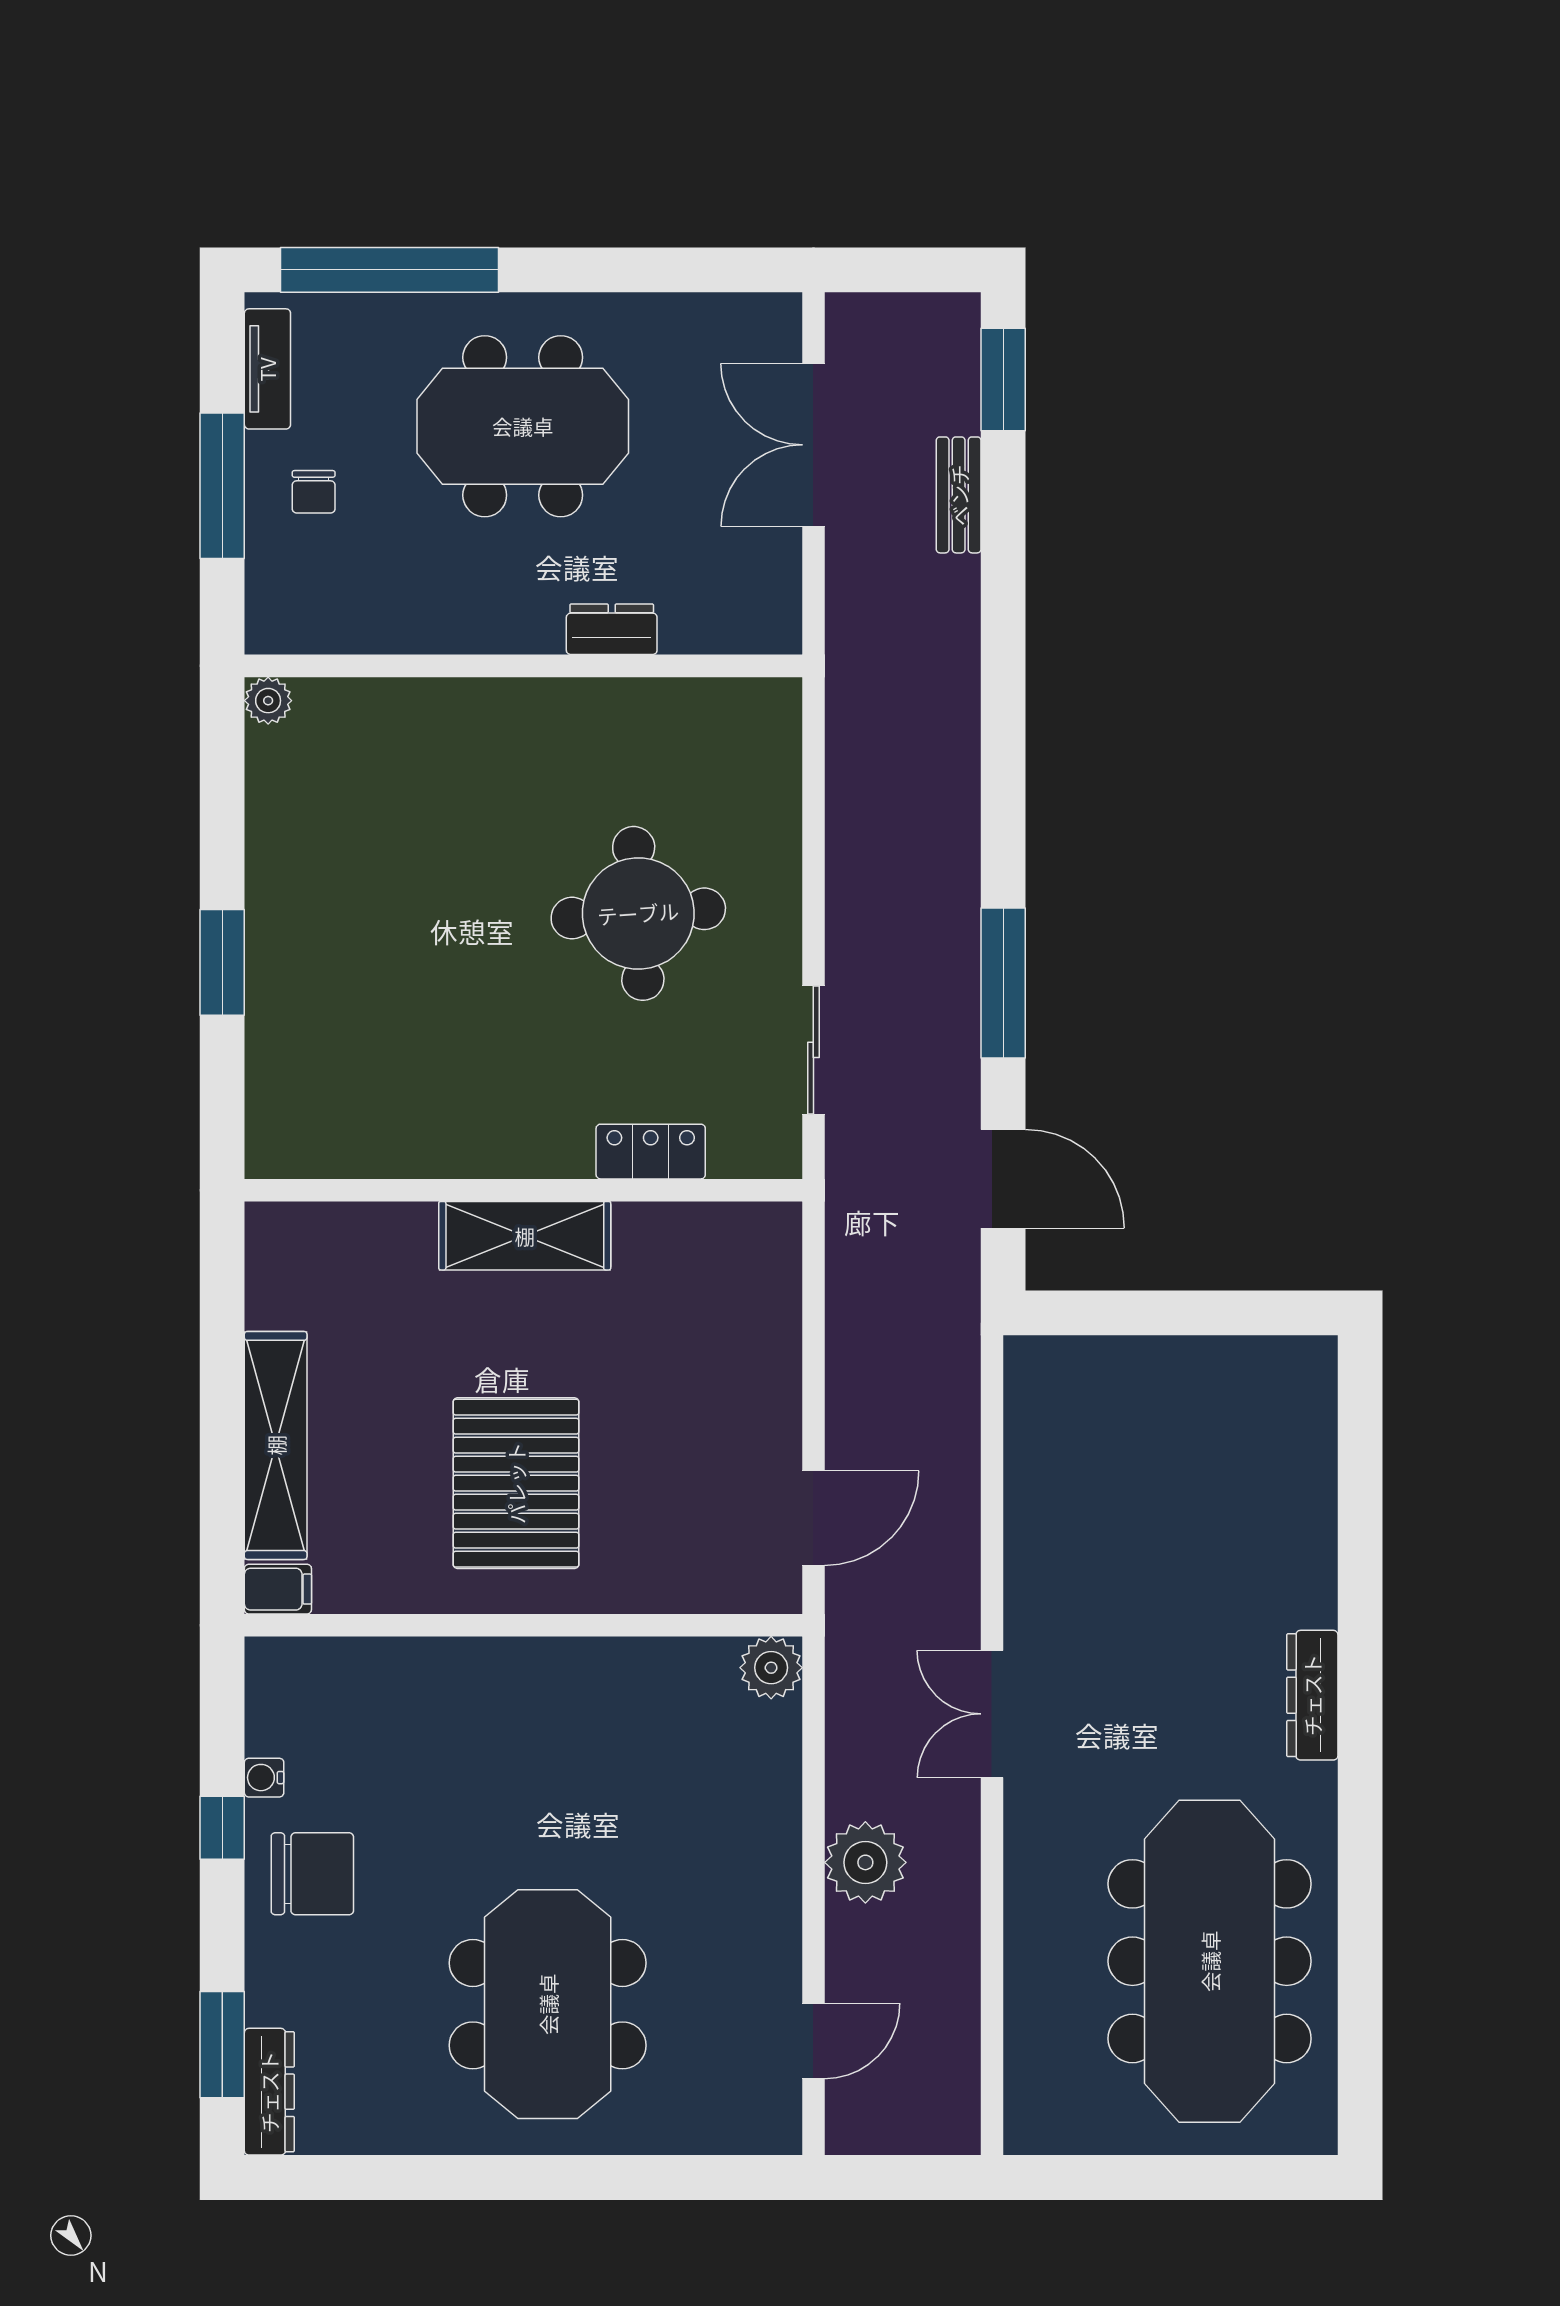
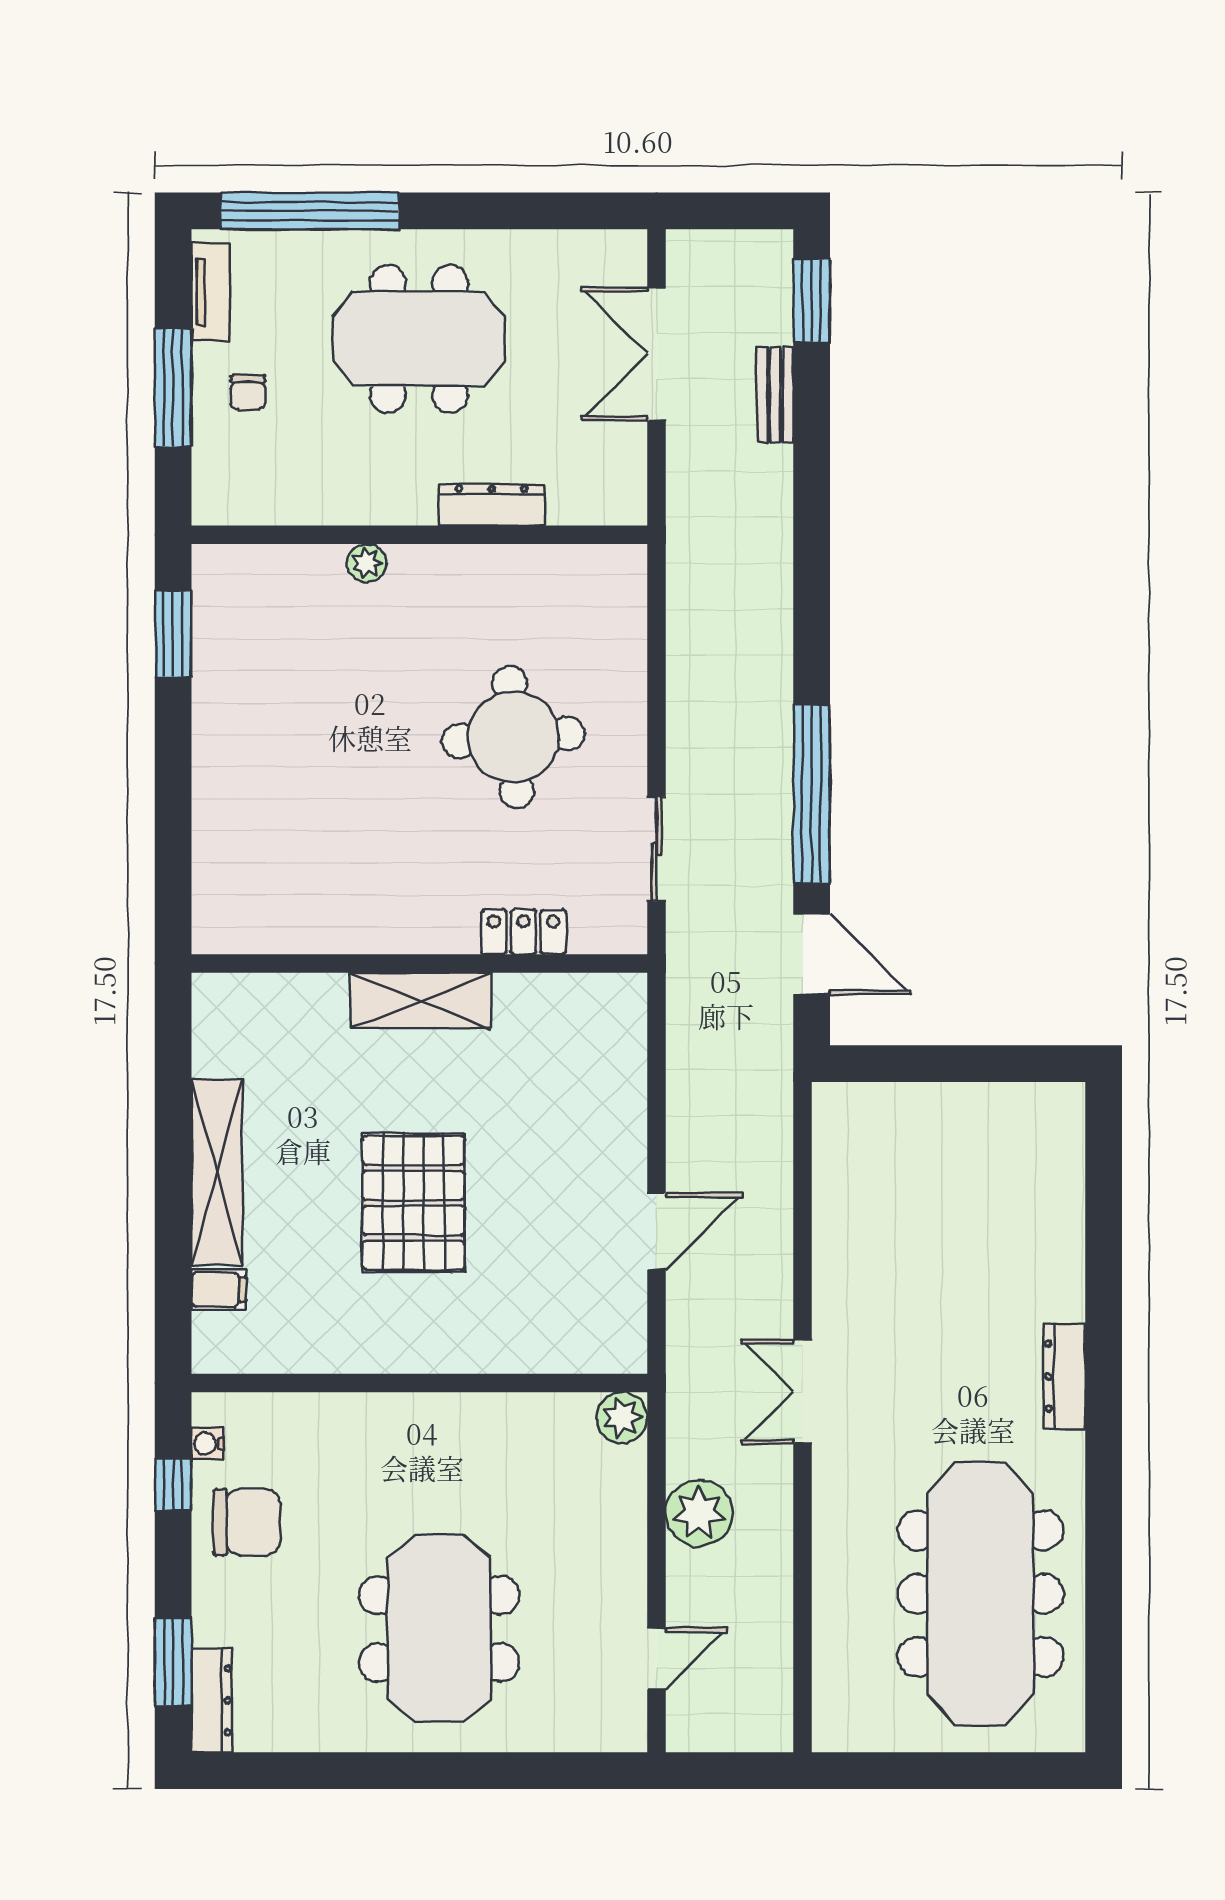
dresser: (612, 629) -> (492, 505), width x1.44
plant: (268, 701) -> (367, 563), moved
window: (222, 962) -> (173, 634), moved
window: (1003, 983) -> (812, 794), width x1.46
wall: (523, 1625) -> (419, 1383), moved
plant: (771, 1668) -> (622, 1418), moved

